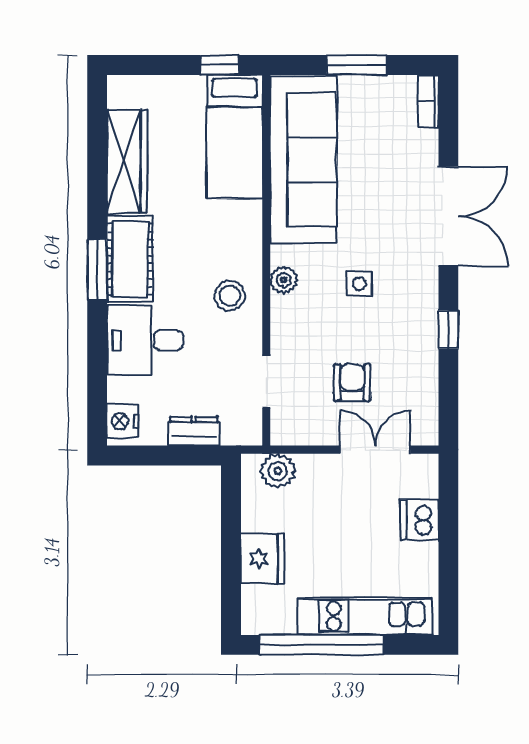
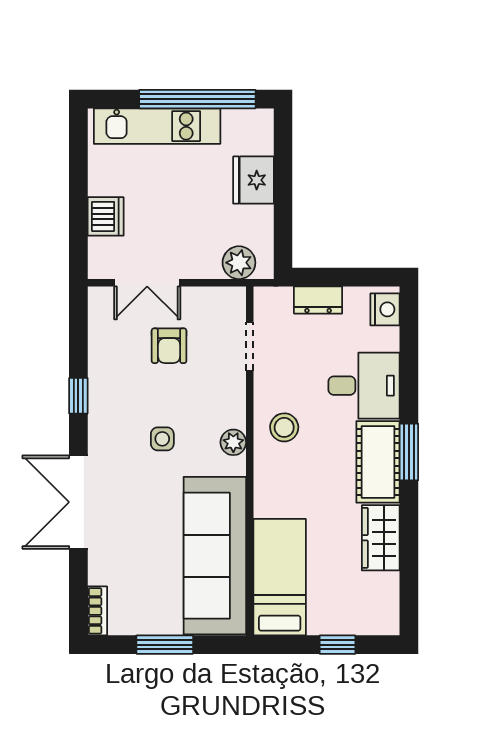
window: (220, 65) -> (338, 645), moved
wardrobe: (127, 161) -> (381, 538), width x0.67

